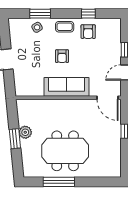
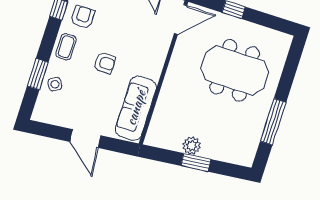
armchair: (88, 32) -> (83, 17), turned -90
sofa: (67, 87) -> (136, 108), moved
meeting table: (65, 151) -> (235, 70), moved, turned 90

